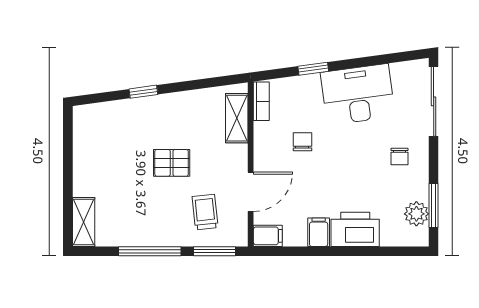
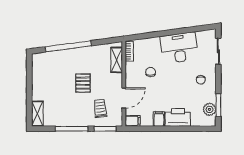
window: (313, 69) -> (156, 34), removed
window: (143, 92) -> (68, 46), width x3.17
sliding door: (434, 101) -> (218, 51), width x0.73
pallet: (172, 163) -> (83, 83), turned 90

